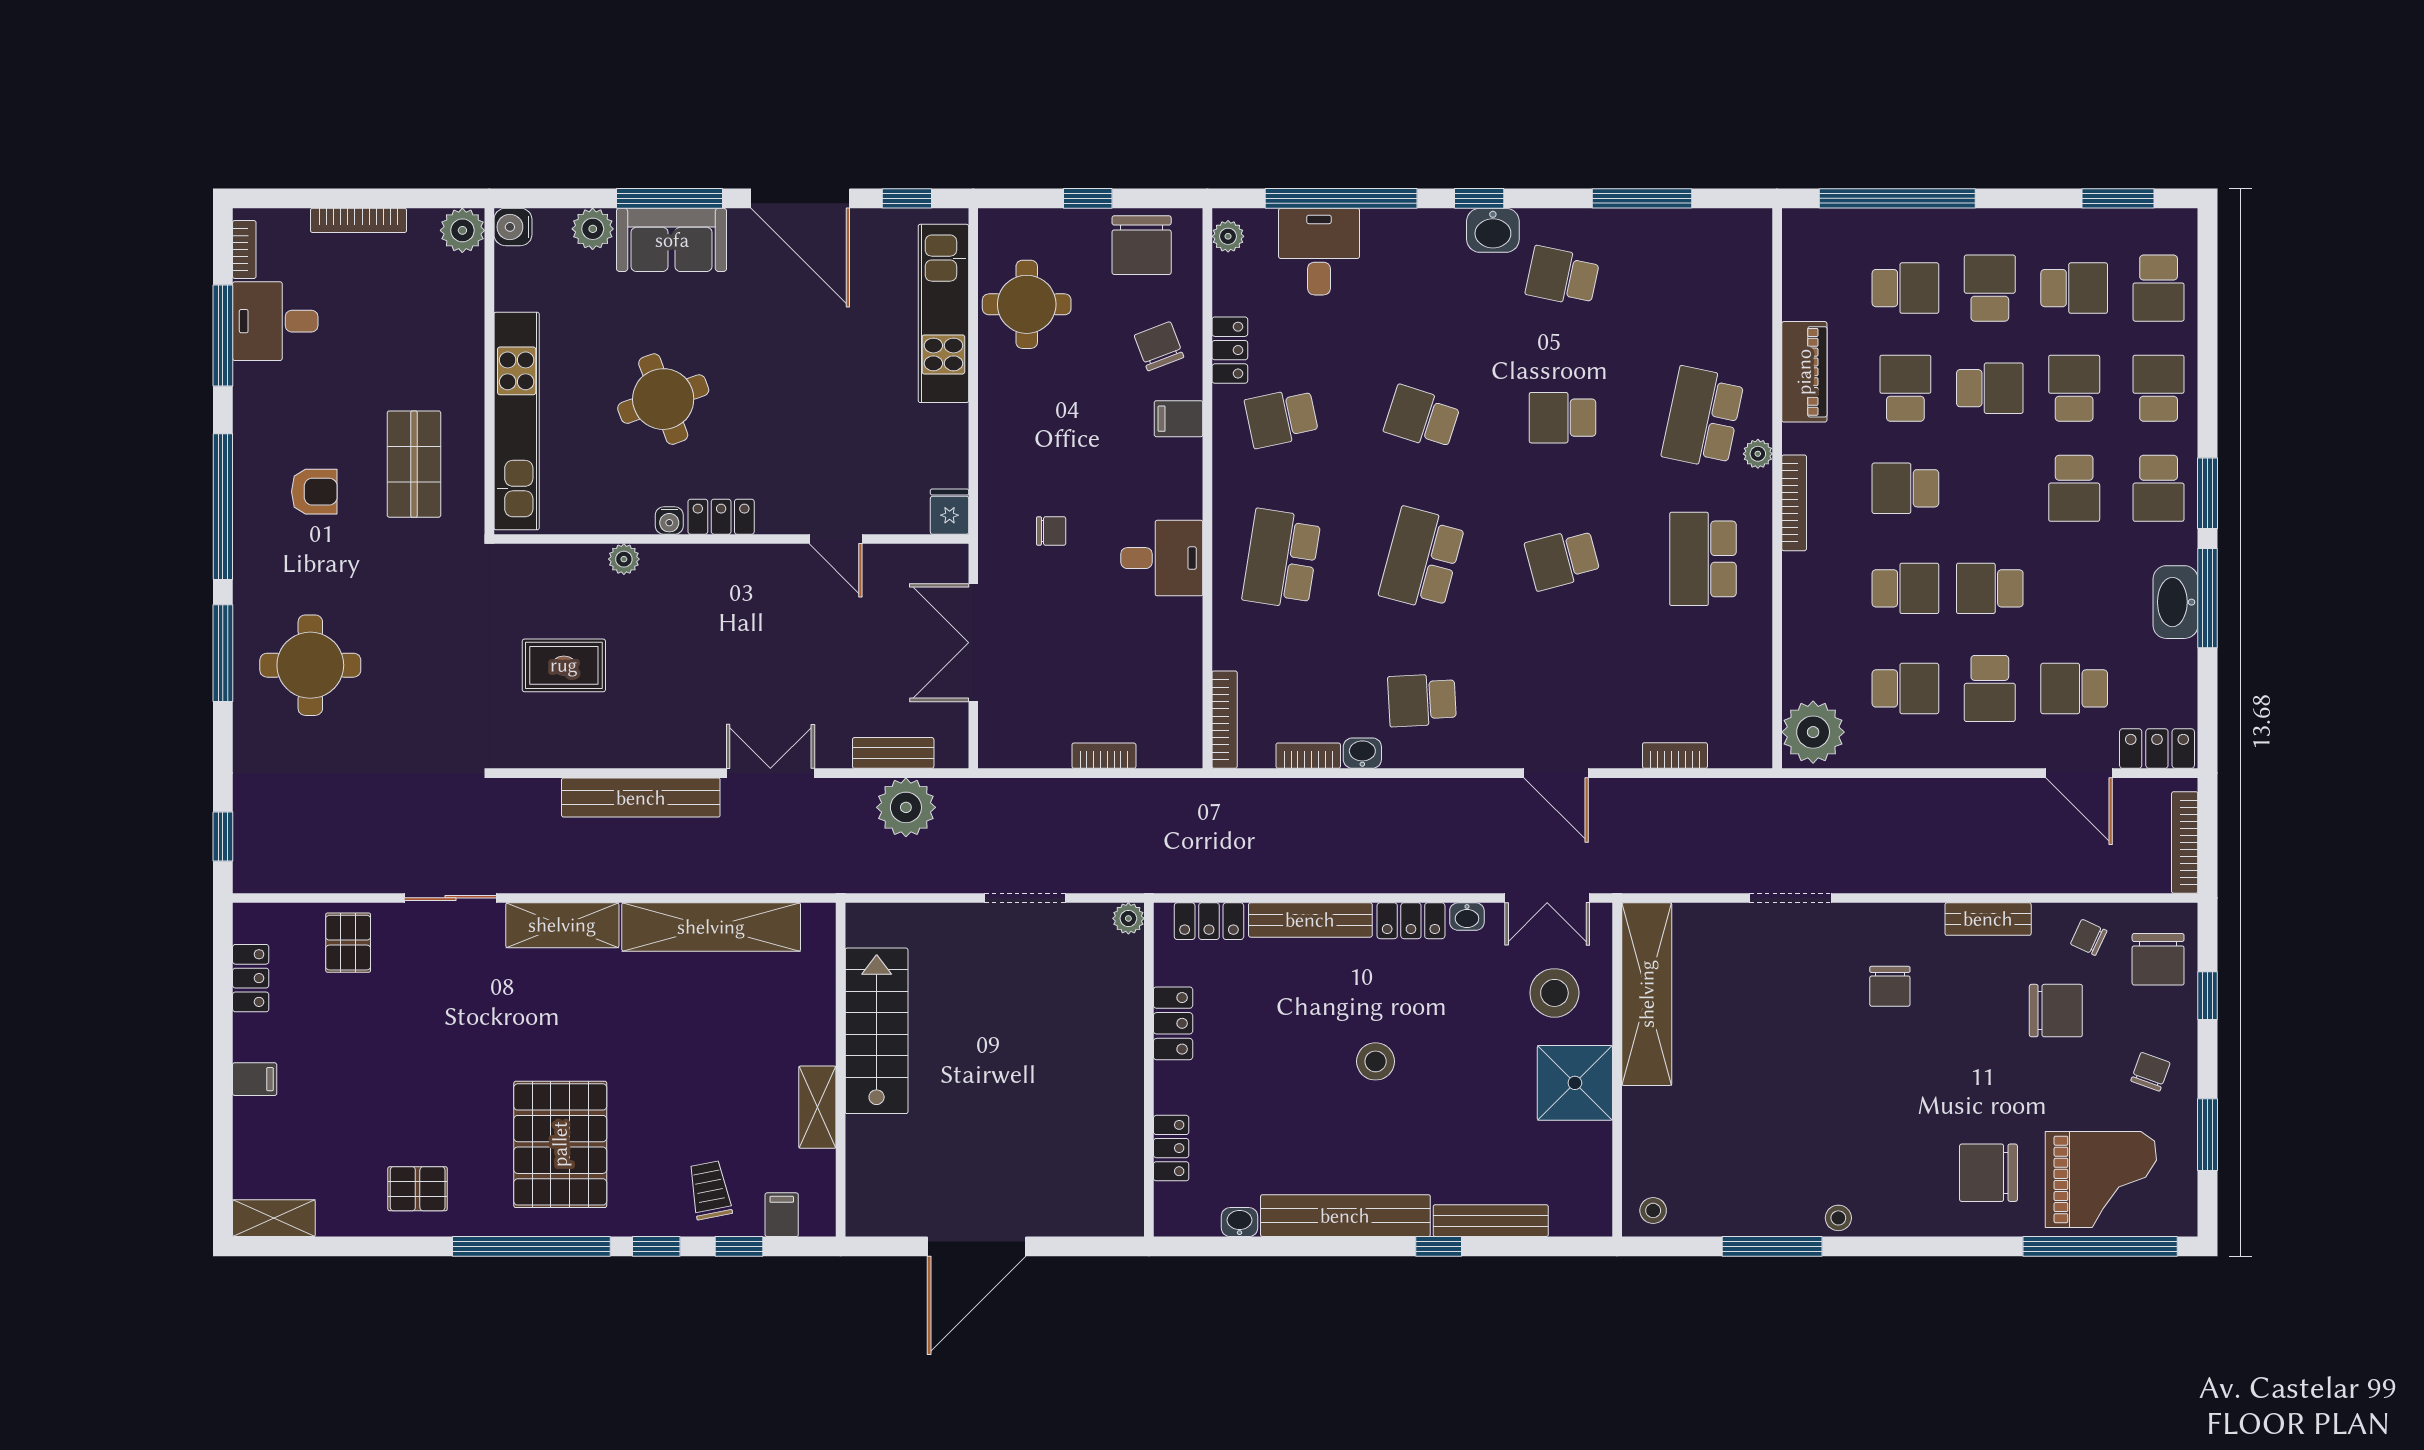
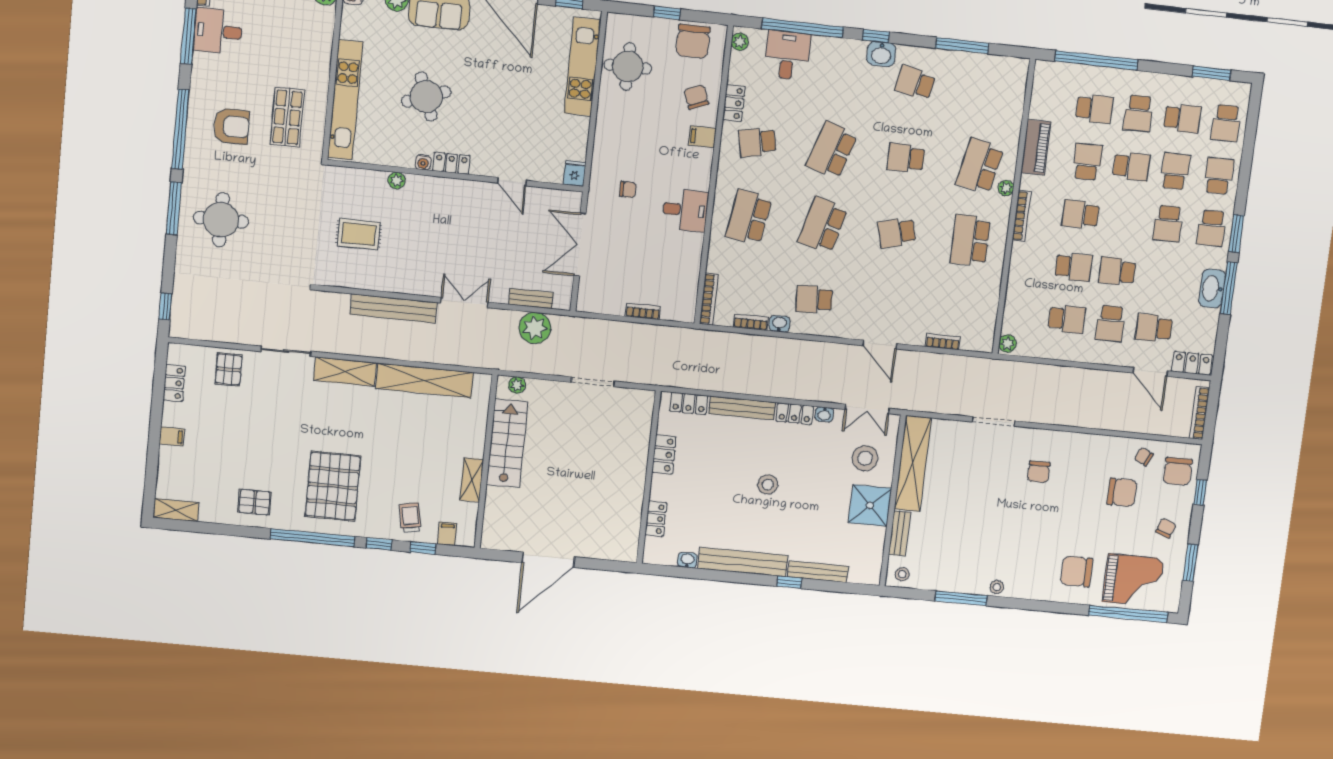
school desk: (1990, 288) -> (1138, 113), turned 180
school desk: (1422, 418) -> (832, 150), width x1.85
armchair: (314, 492) -> (231, 126), width x1.38, depth x1.38
plant: (1813, 732) -> (1007, 344), width x0.53, depth x0.53
plant: (1128, 918) -> (517, 385), moved
bench: (1988, 919) -> (900, 533), moved, turned 90

